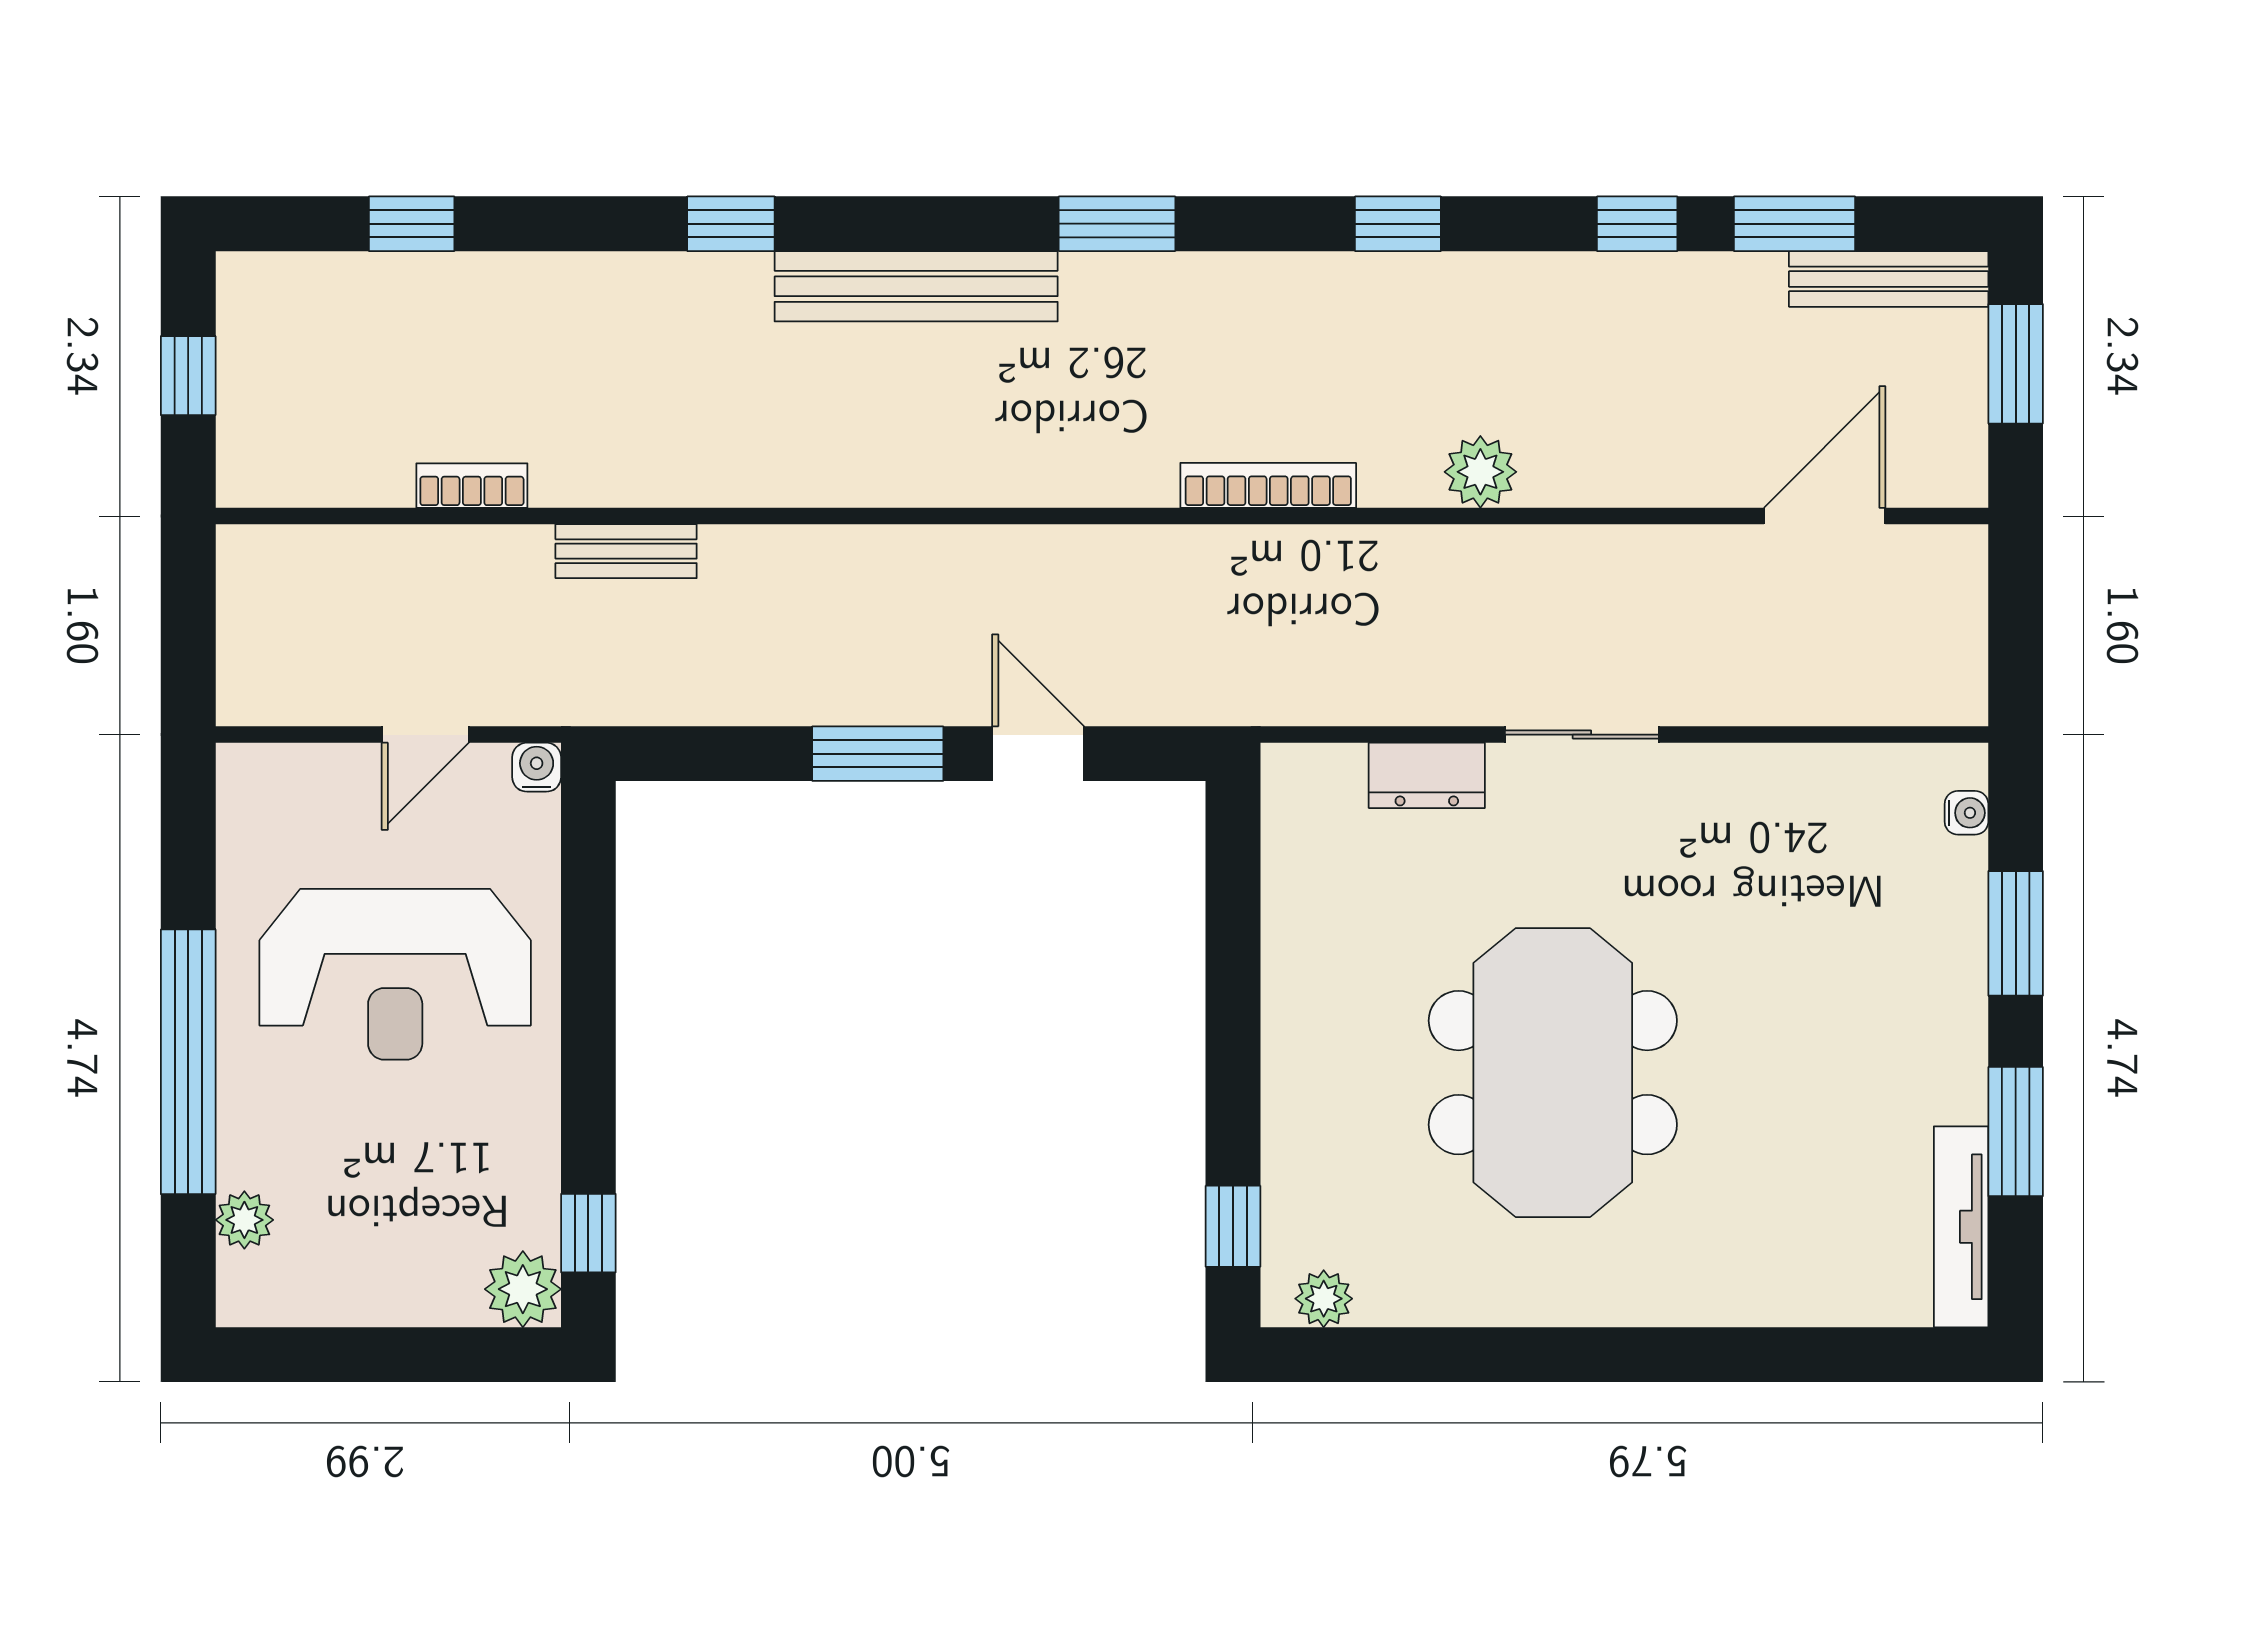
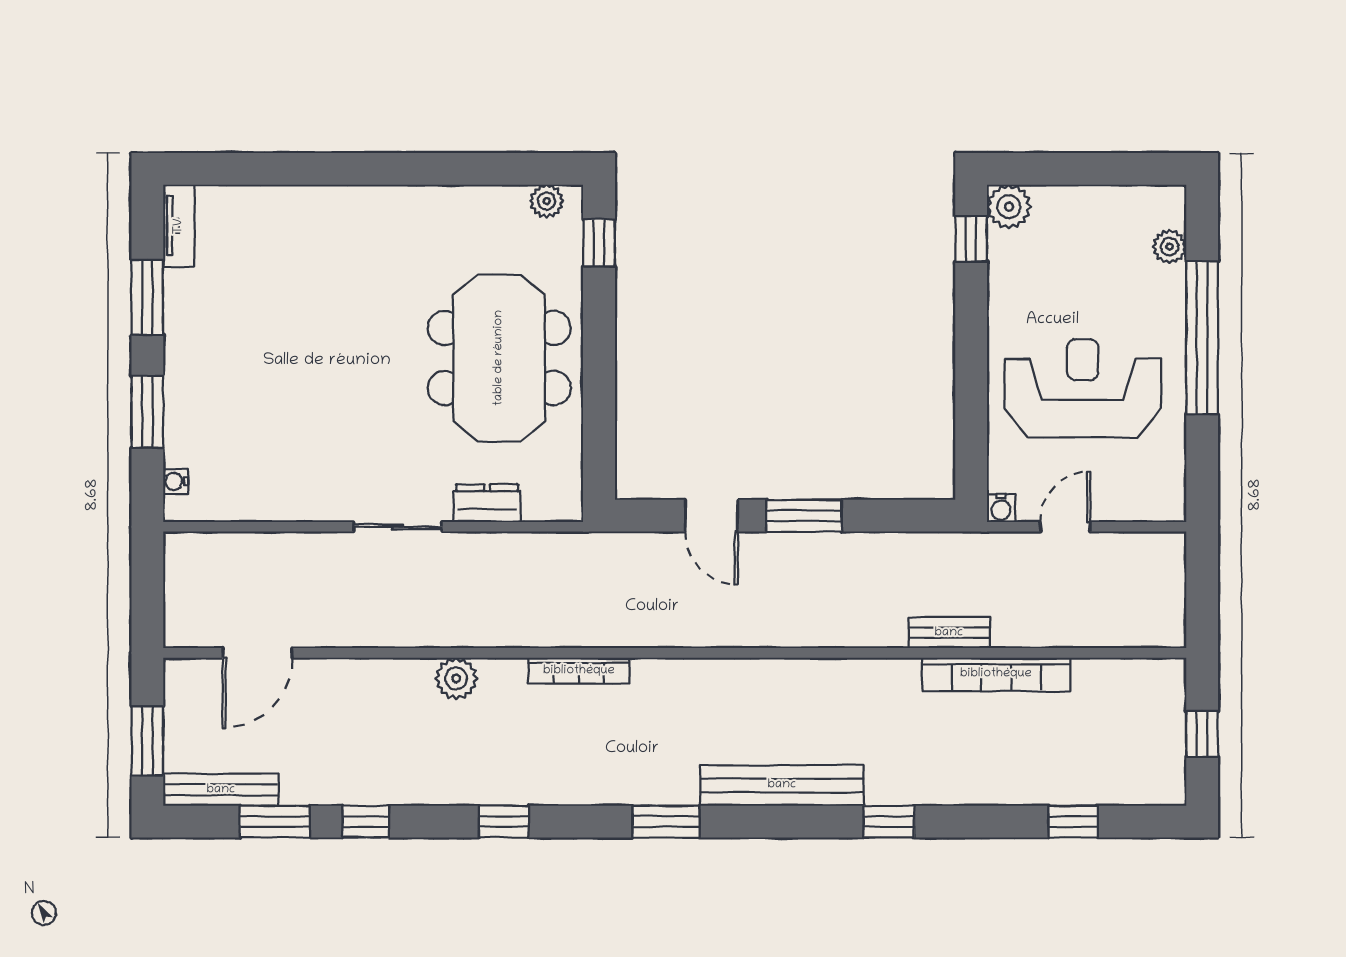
bookcase: (472, 486) -> (996, 674), width x2.31, depth x1.31
meeting table: (1553, 1073) -> (499, 358), moved
tv unit: (1961, 1227) -> (179, 226), width x0.71

